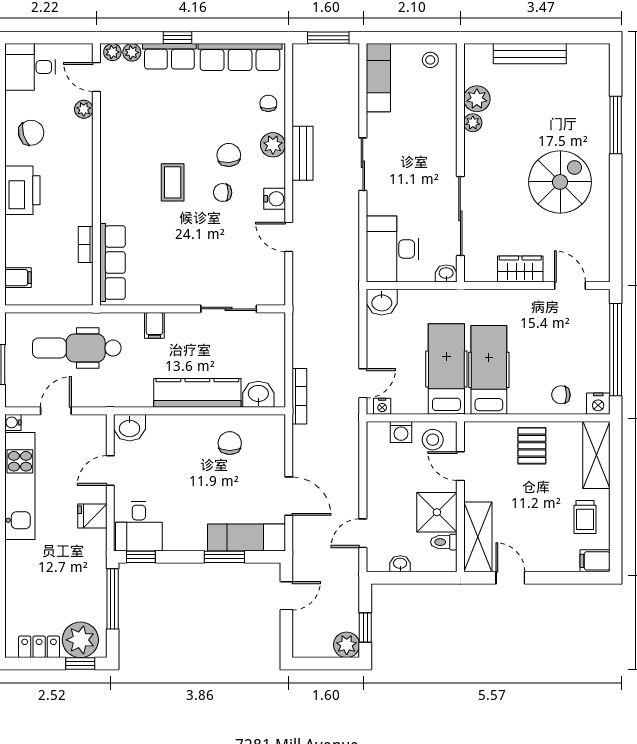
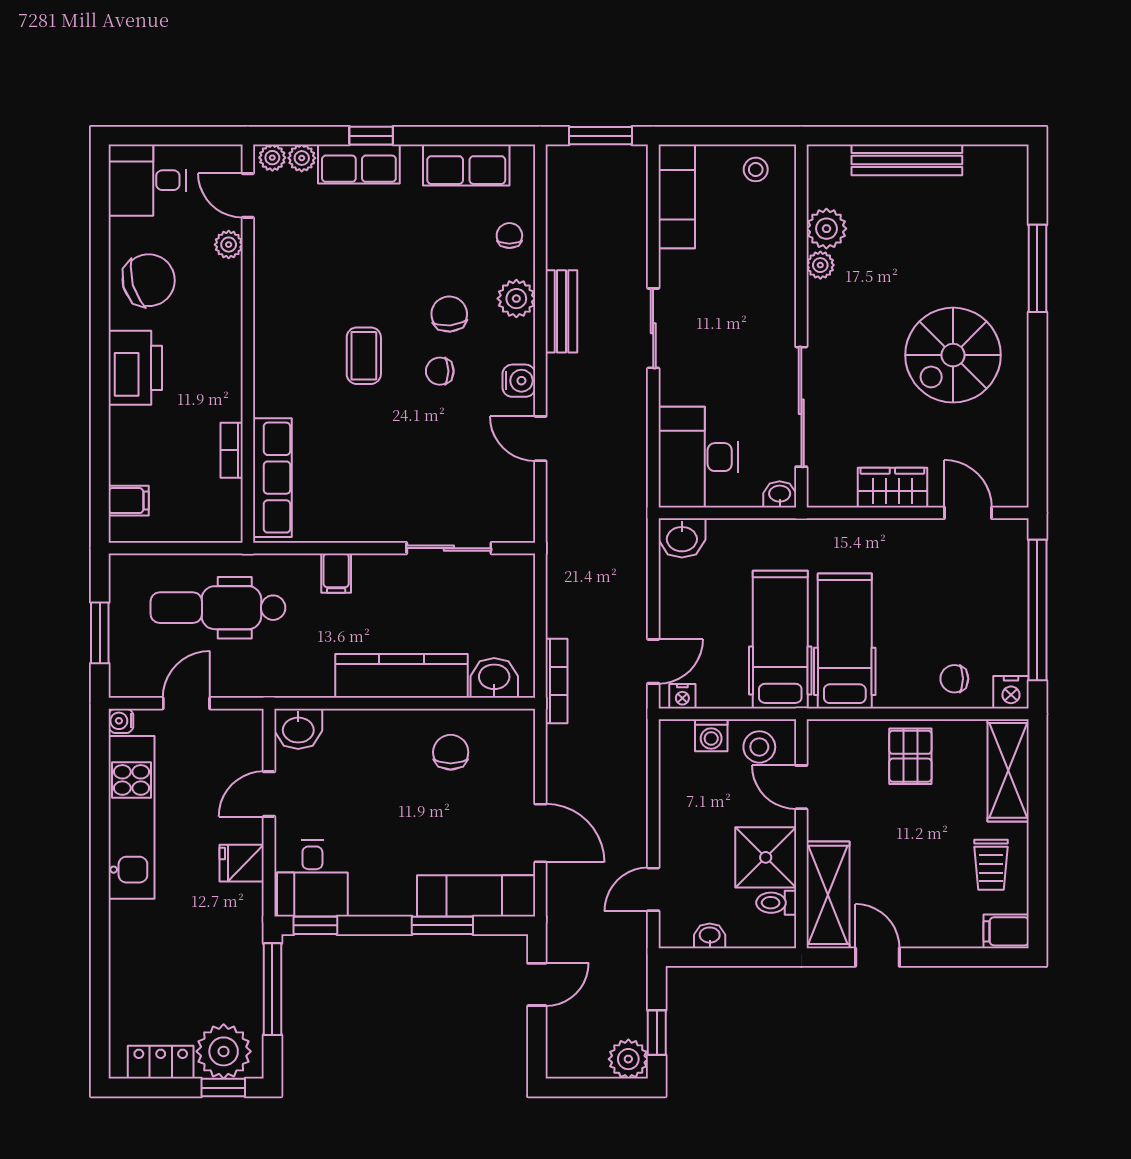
row of seats: (240, 57) -> (466, 165), width x0.68
chair: (31, 133) -> (149, 280), width x1.37, depth x1.37
spiral stairs: (560, 182) -> (953, 355), turned 180

